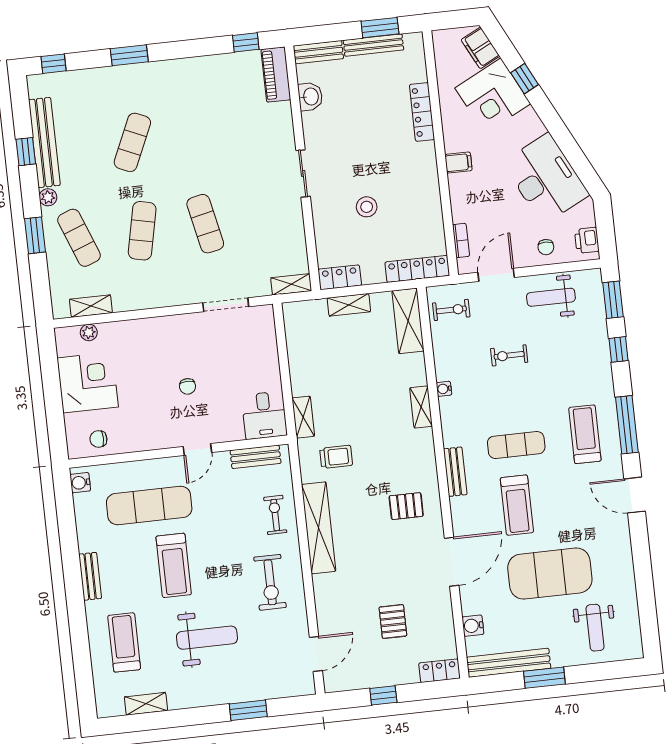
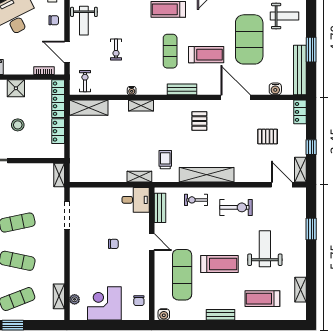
shower: (427, 197) -> (16, 88), added
locker: (340, 277) -> (58, 131), moved
shelving: (349, 305) -> (300, 170), moved

